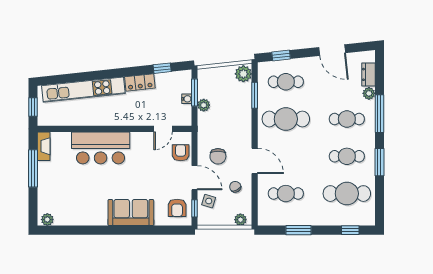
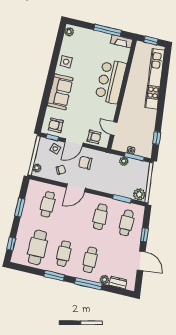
door: (332, 50) -> (141, 261), swing flipped
window: (281, 56) -> (144, 235), moved
locker: (140, 82) -> (150, 120), removed
cafe table: (286, 119) -> (100, 217), width x0.73, depth x0.74
side table: (88, 214) -> (66, 62), added

